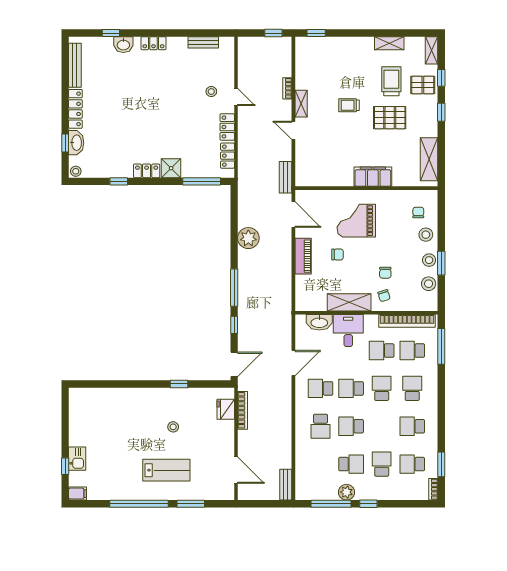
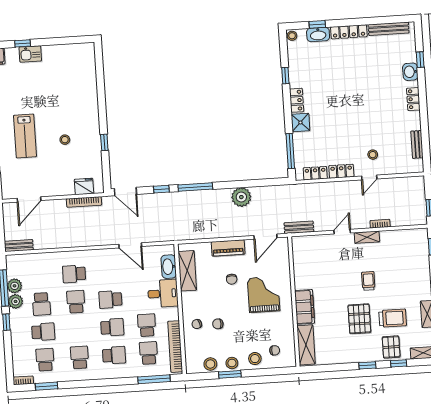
shelving: (429, 159) -> (306, 345), moved, turned 90
shelving: (349, 302) -> (187, 271), moved
school desk: (321, 388) -> (109, 272), removed
school desk: (351, 388) -> (110, 300), turned -90
plant: (329, 492) -> (15, 286), added

